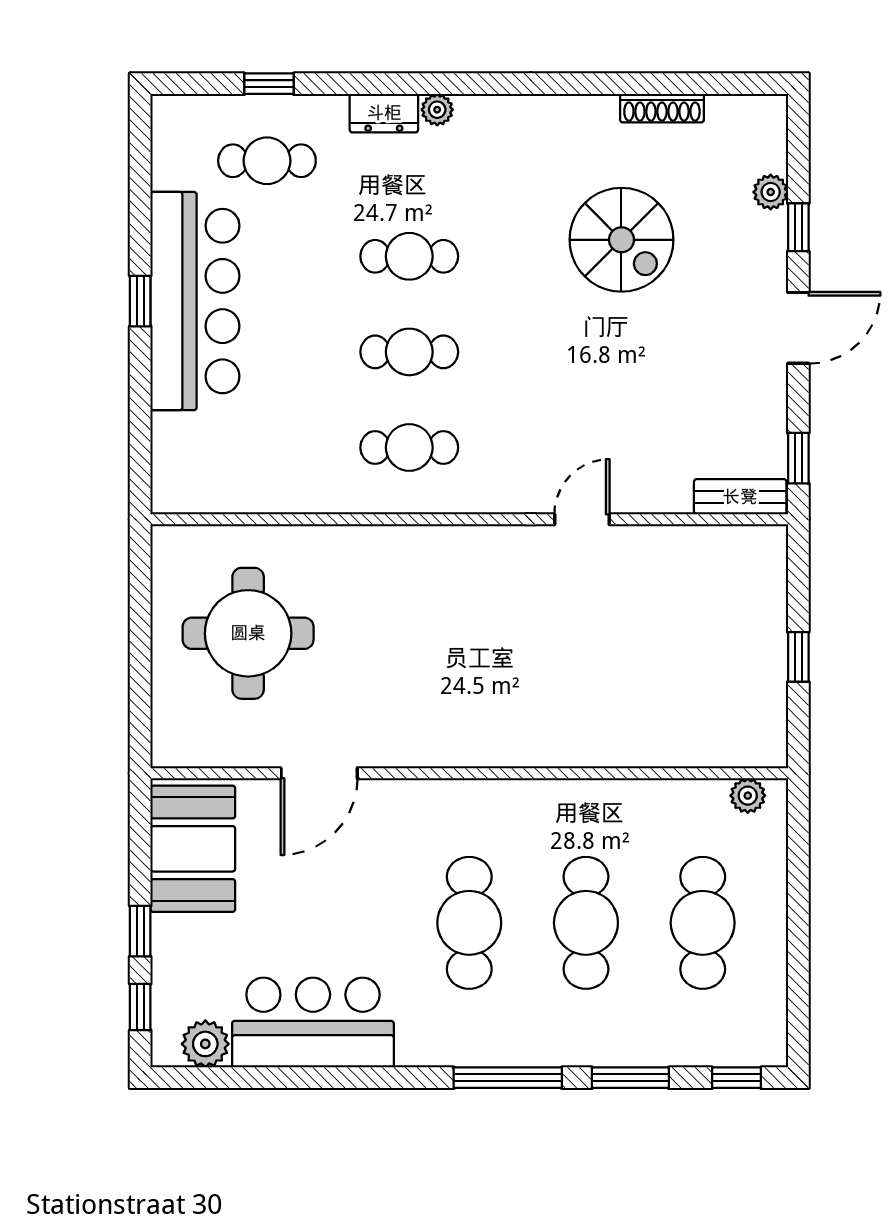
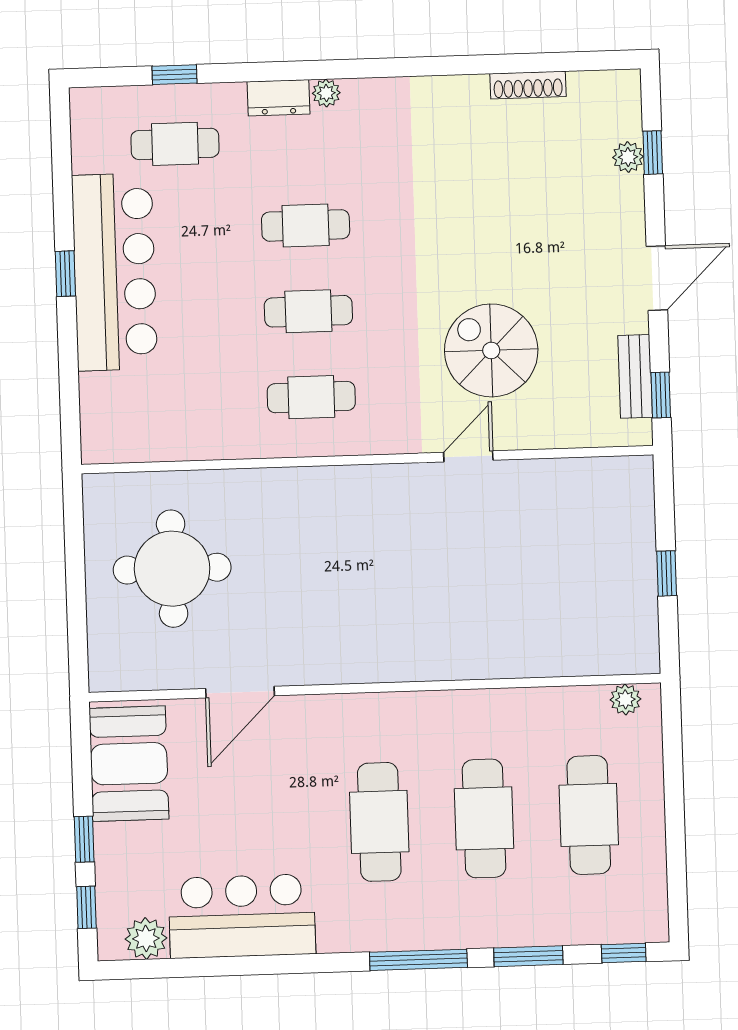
window: (798, 227) -> (653, 153), moved
spiral stairs: (621, 240) -> (491, 350), moved, turned 180
bench: (740, 497) -> (635, 376), moved, turned 90

